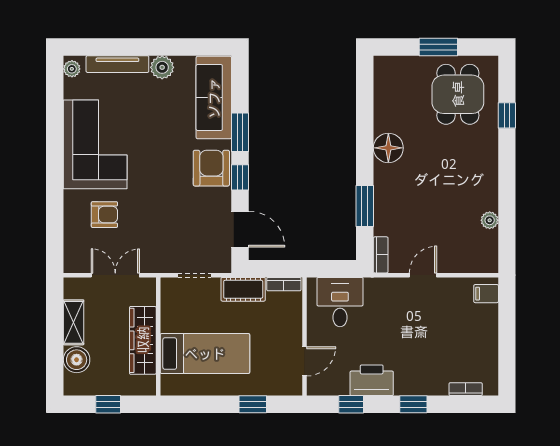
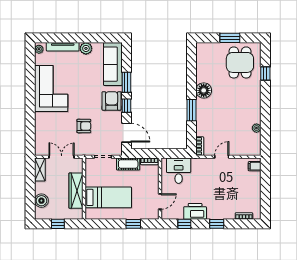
window: (365, 206) -> (191, 110), moved
armchair: (104, 215) -> (84, 126), moved
shelving: (74, 322) -> (40, 169), moved

